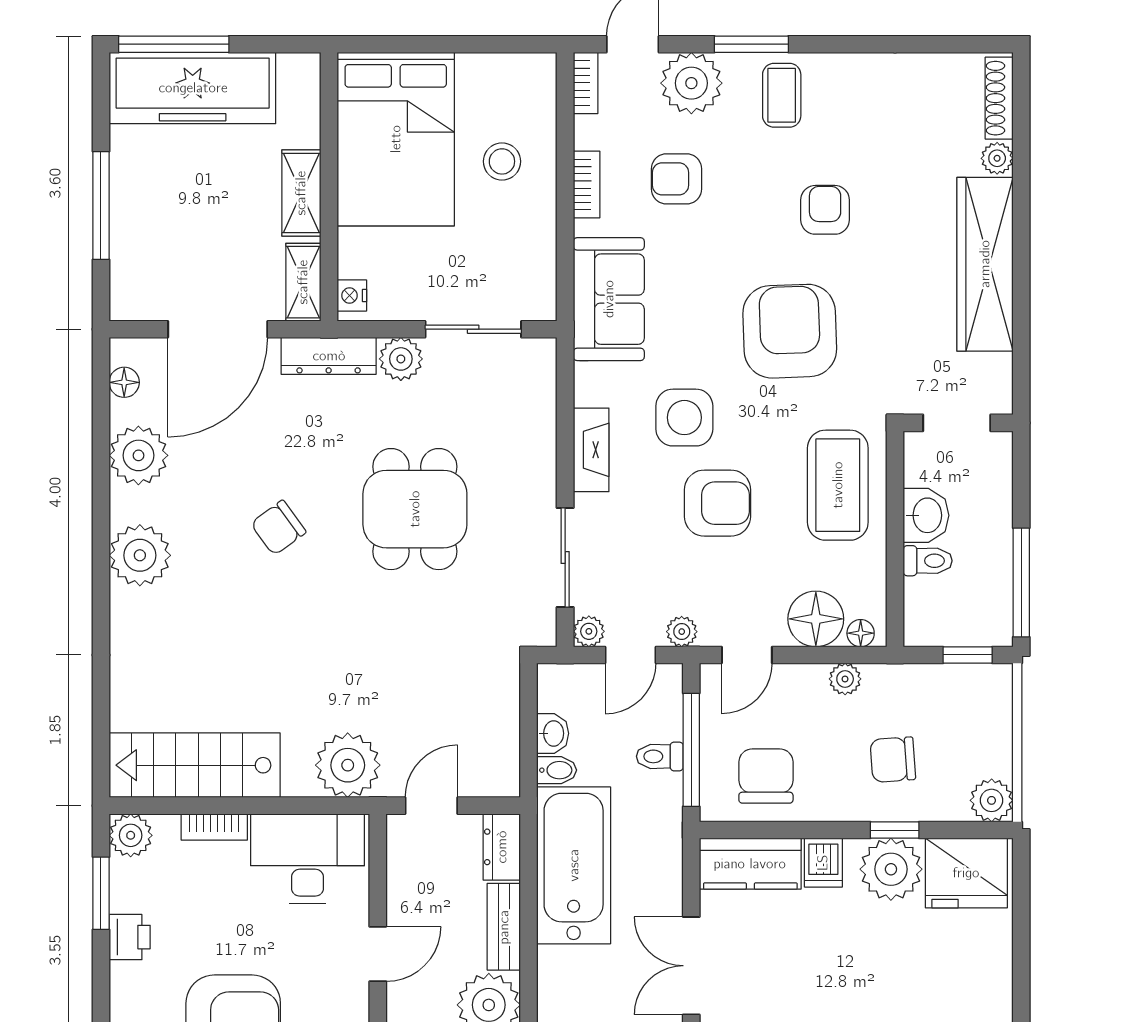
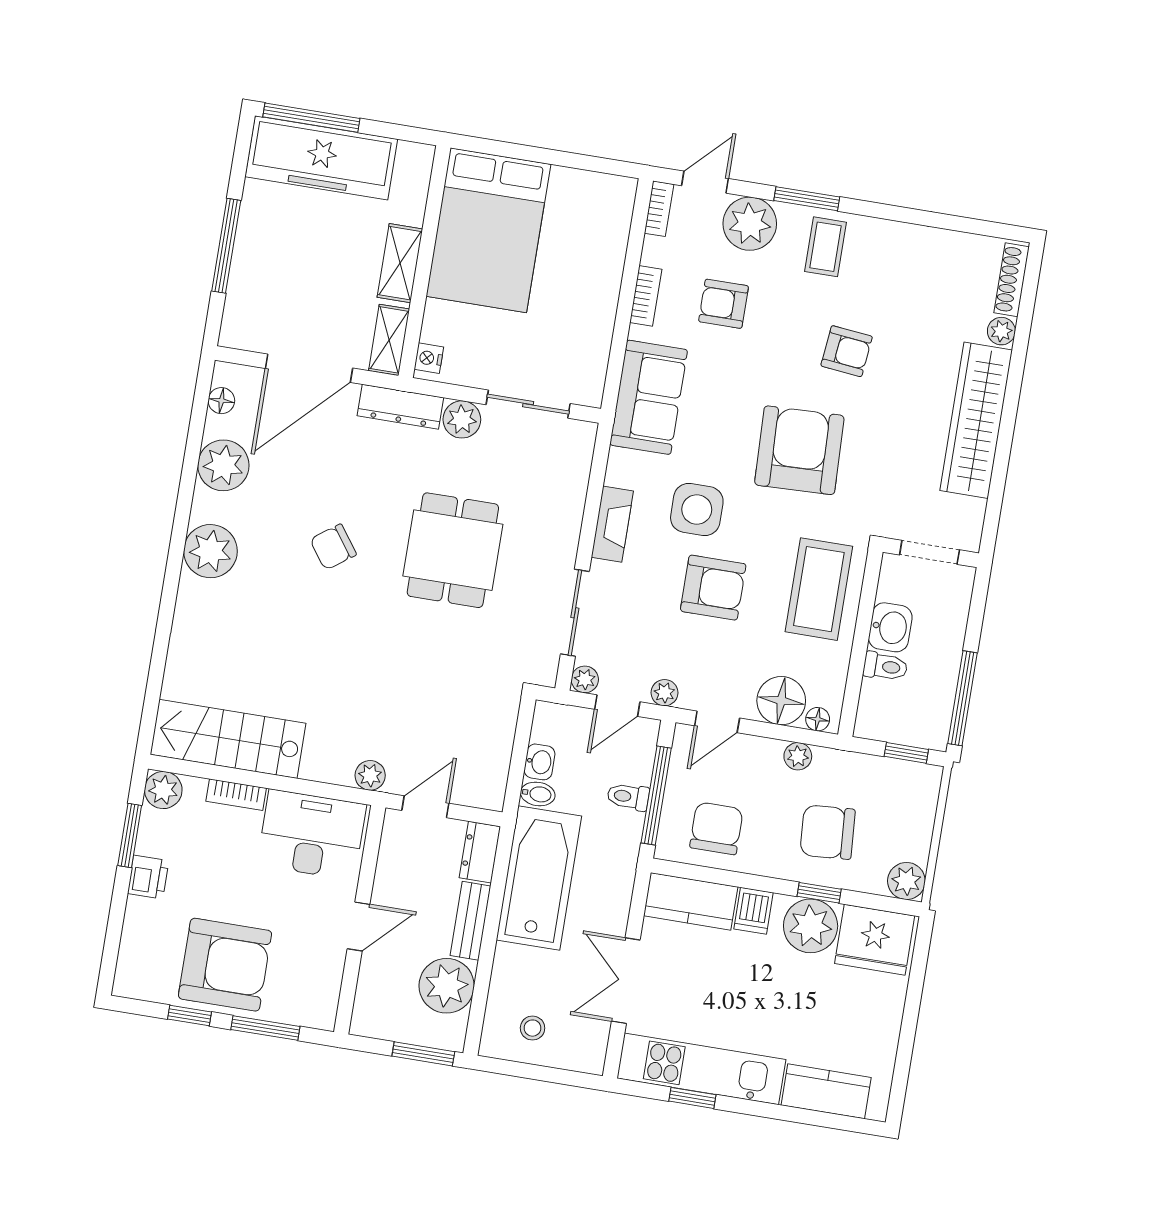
stool: (502, 161) -> (576, 264), removed
armchair: (825, 210) -> (847, 351), turned 96
chair: (893, 760) -> (828, 832), width x1.37, depth x1.37
plant: (348, 765) -> (370, 775), width x0.53, depth x0.53

